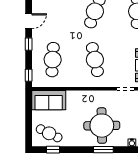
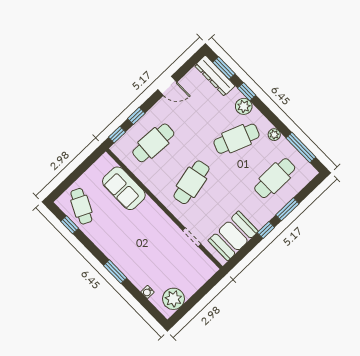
window: (29, 44) -> (136, 116), moved
sofa: (49, 100) -> (124, 188), moved
round table: (102, 126) -> (136, 248), removed

